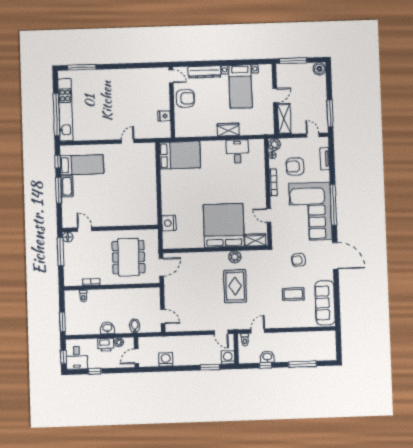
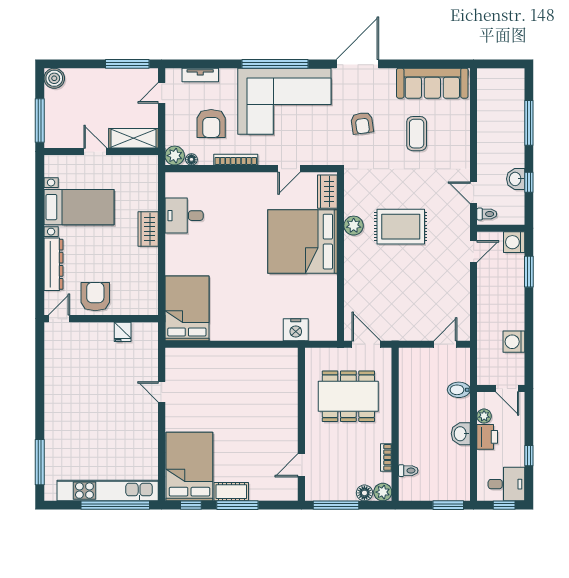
bed: (82, 165) -> (189, 467), width x1.50
floor lamp: (68, 237) -> (364, 493), moved
plant: (69, 281) -> (383, 492), added

